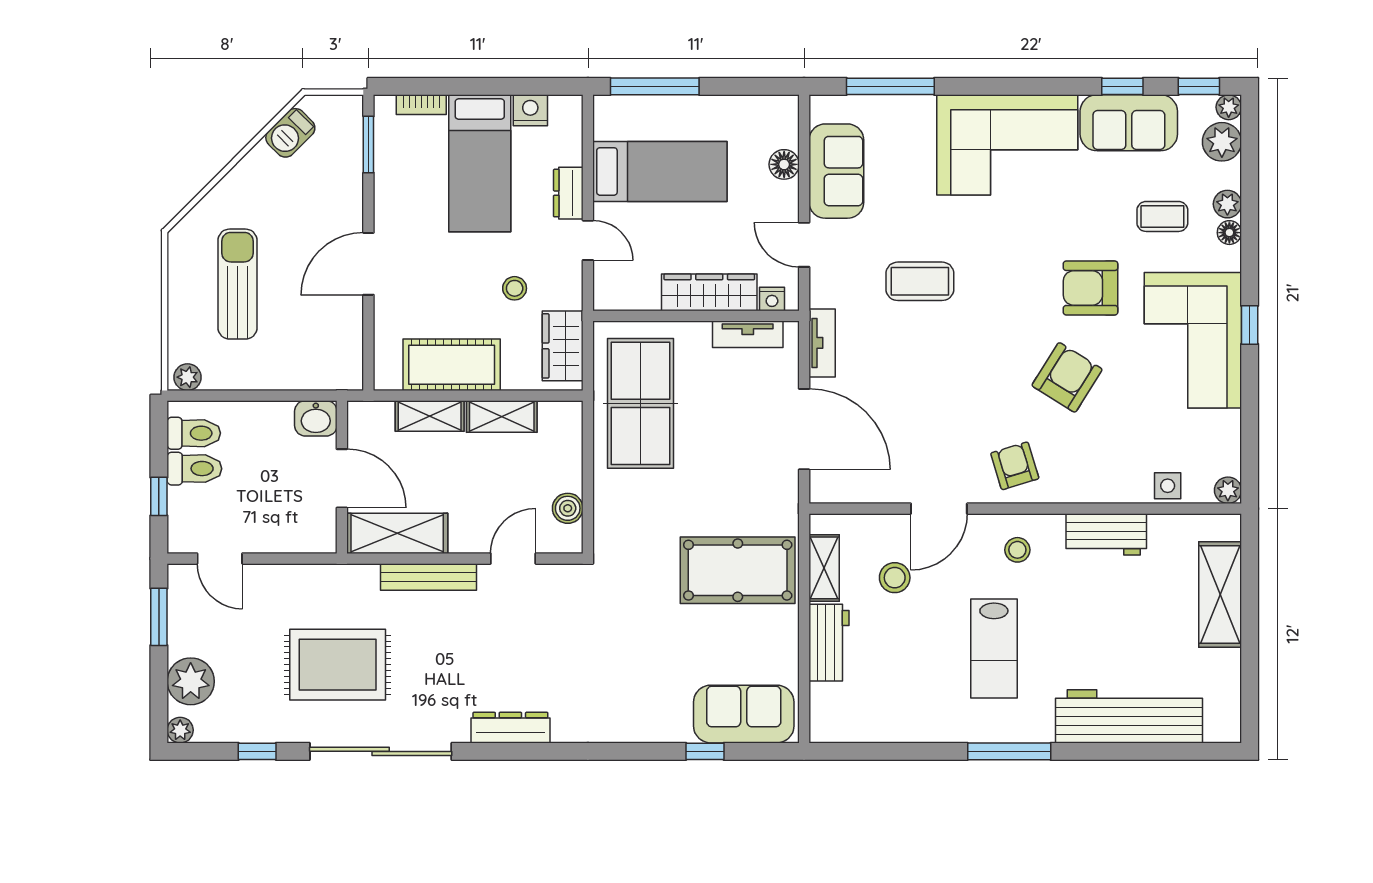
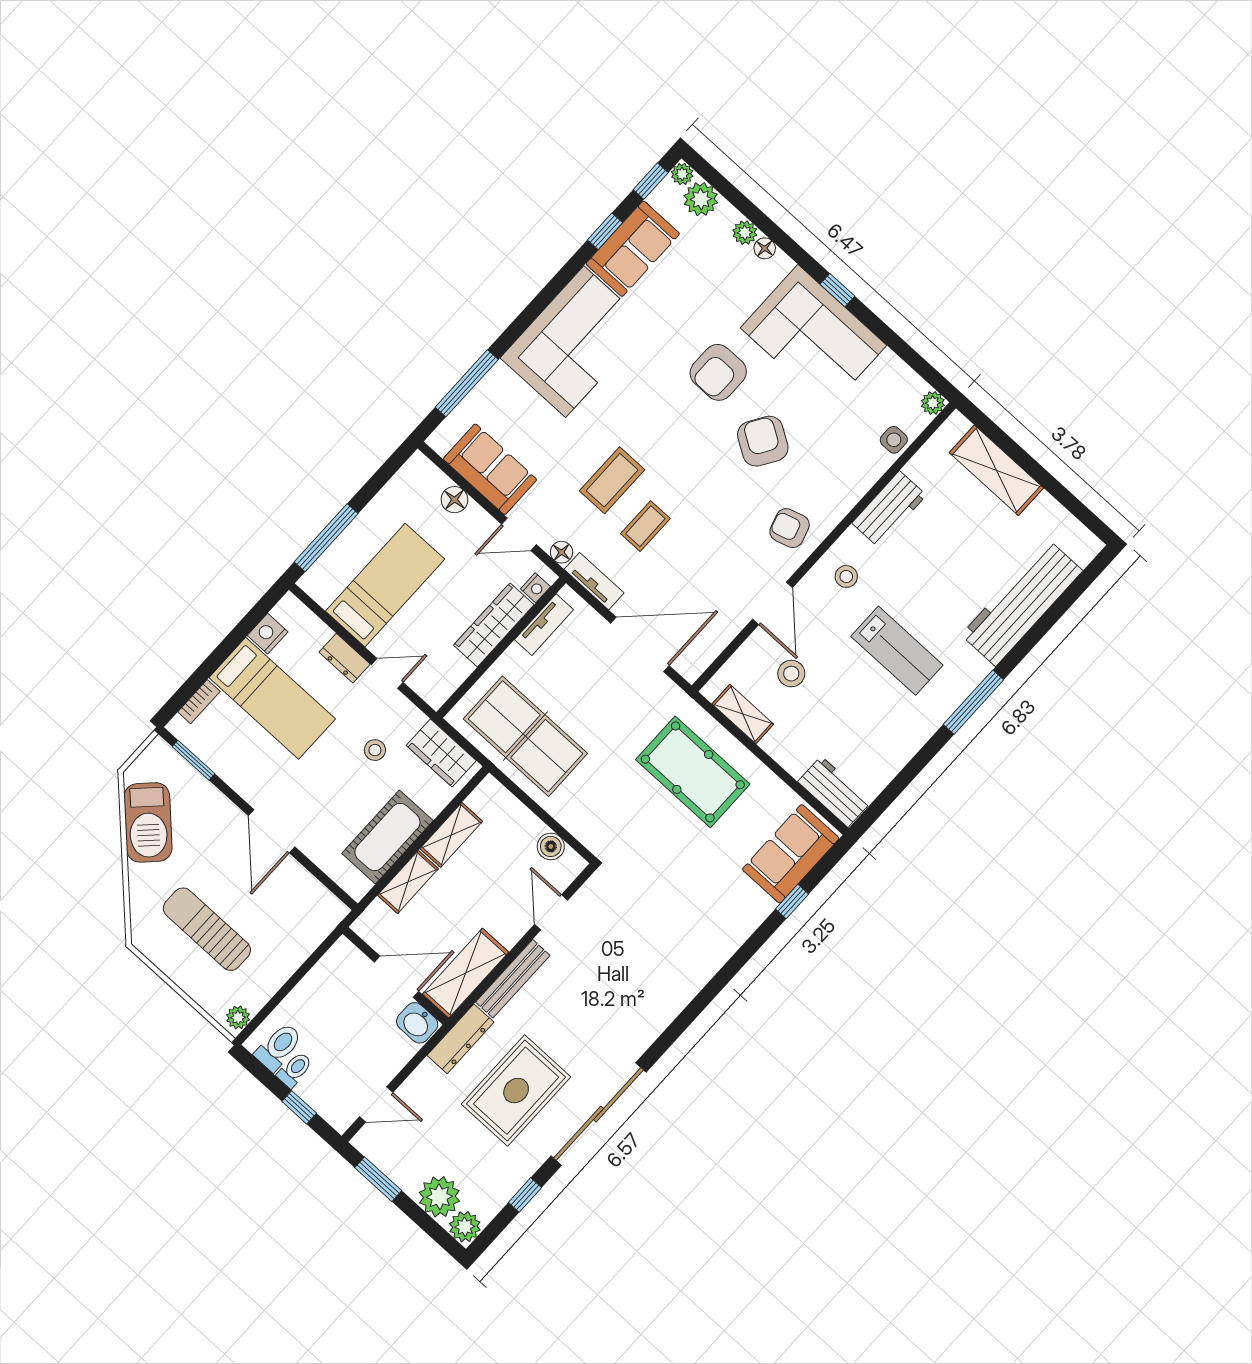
barbecue: (290, 133) -> (148, 822), width x1.88, depth x1.53
coffee table: (1162, 216) -> (645, 526), moved
floor lamp: (821, 294) -> (562, 552), added
washbasin: (316, 418) -> (417, 1023), moved, turned 90
toilet: (194, 469) -> (295, 1070), width x0.73, depth x0.72
pool table: (738, 570) -> (693, 772), turned 90
workbench: (829, 643) -> (835, 792), moved
dresser: (510, 728) -> (460, 1039), moved, turned 180
plant: (180, 730) -> (465, 1227), width x1.38, depth x1.38

